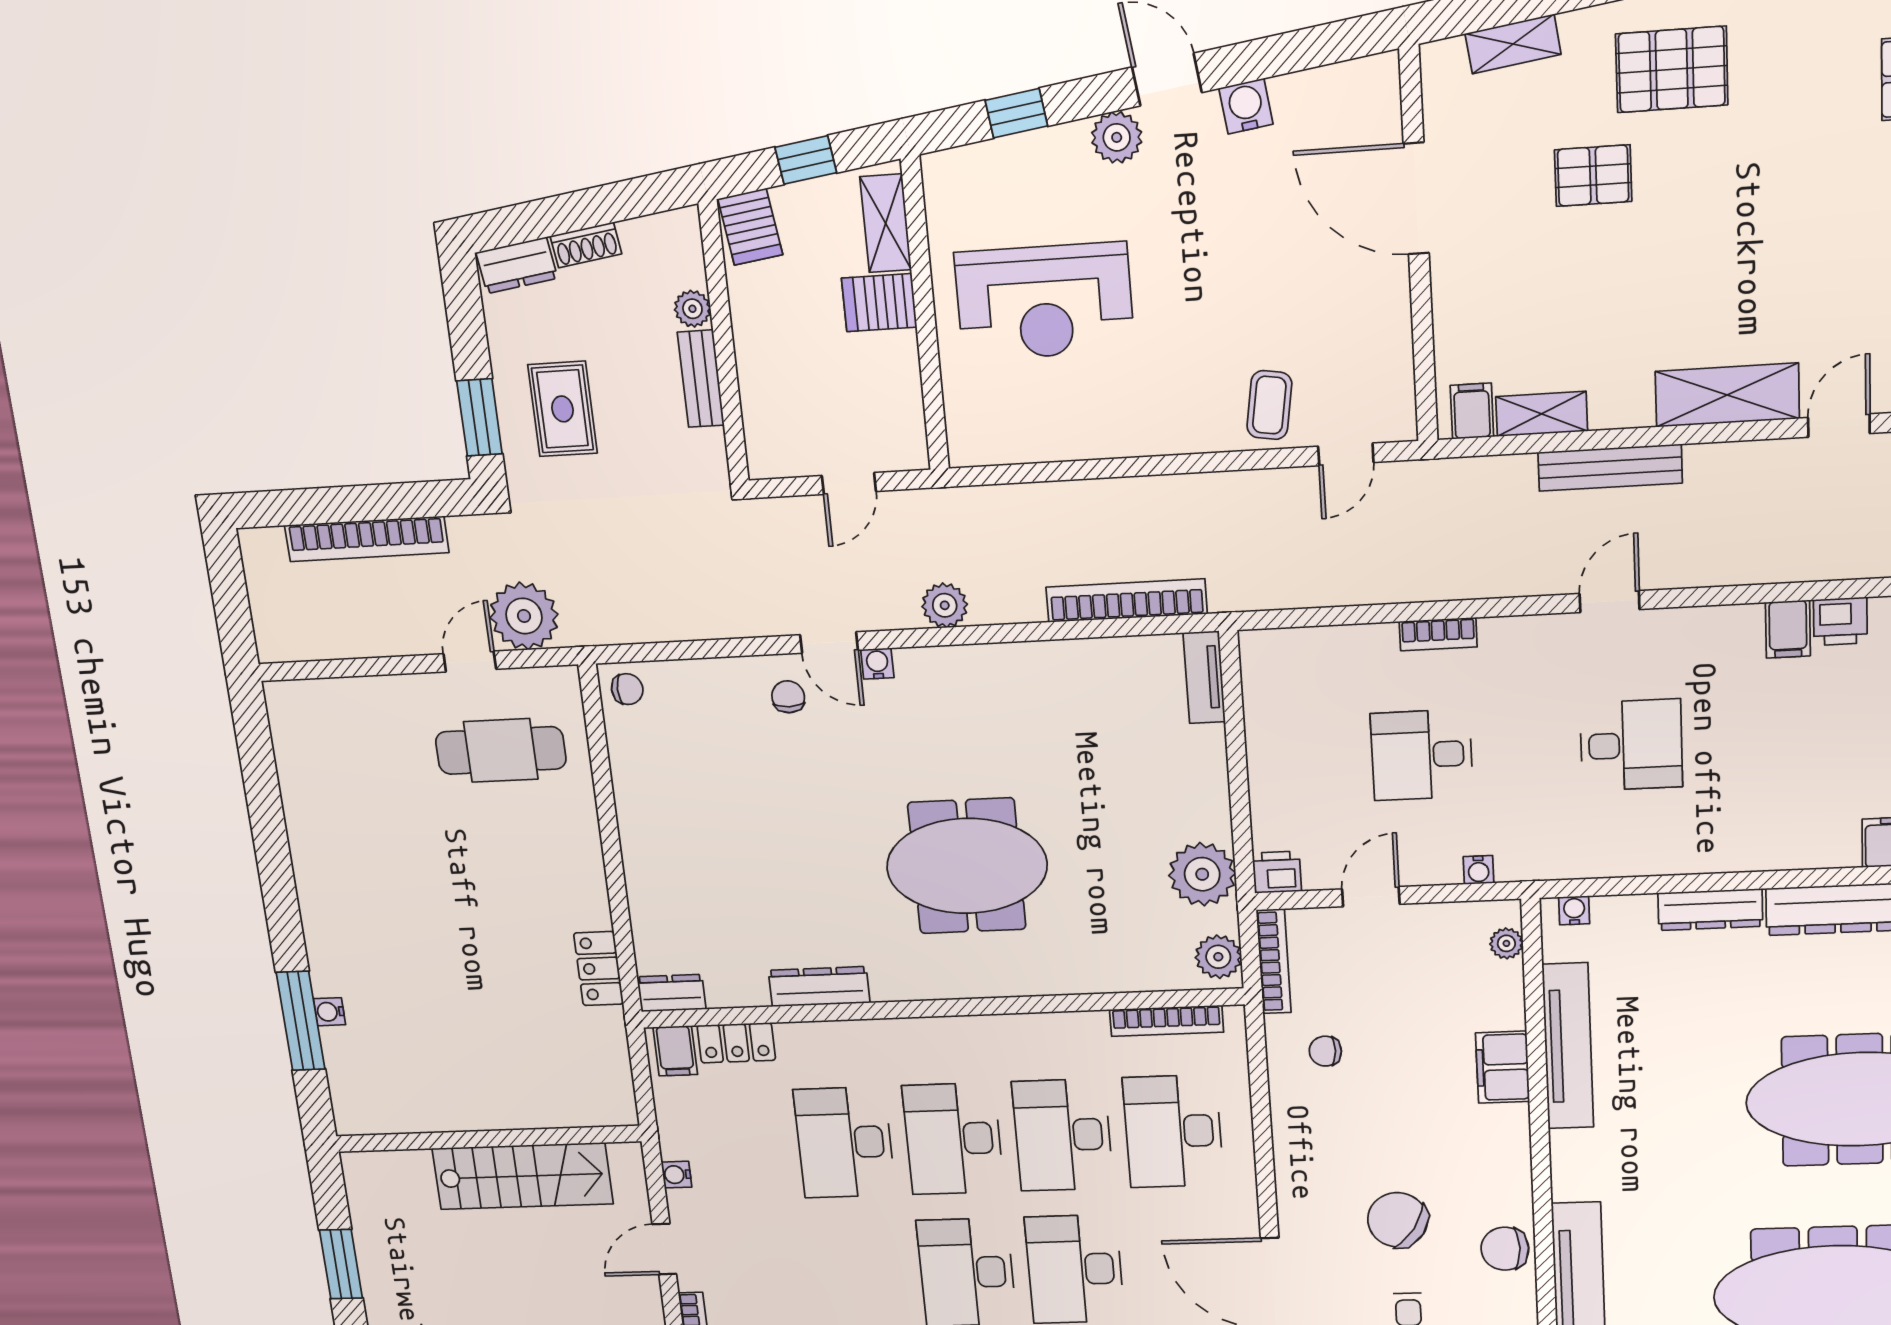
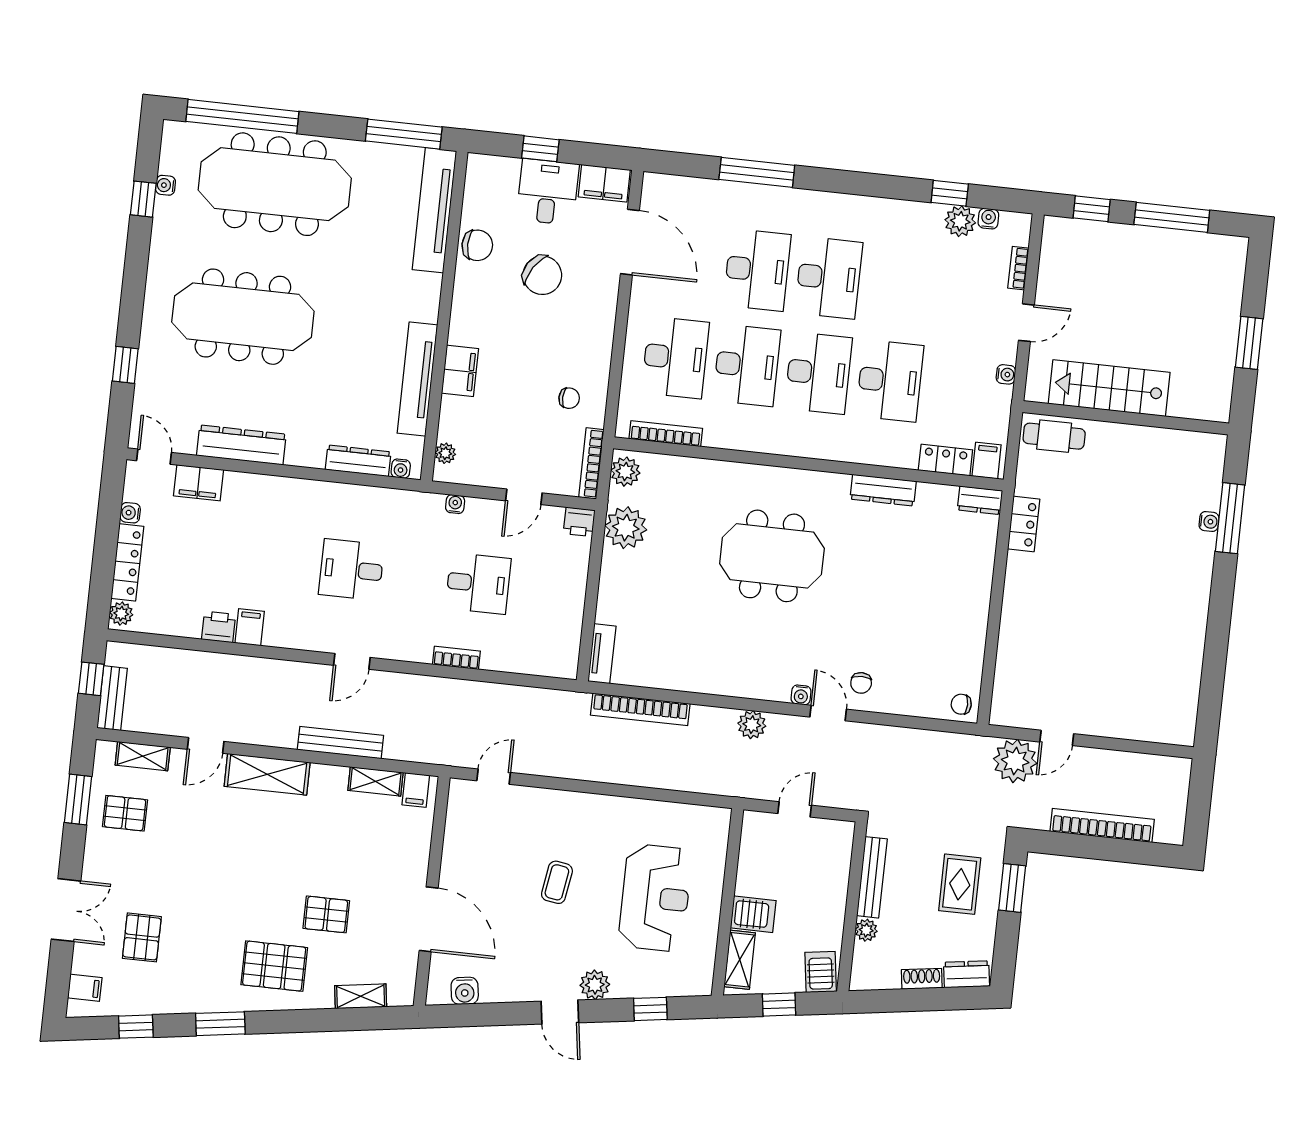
water cooler: (1246, 106) -> (465, 991), moved
reception desk: (1044, 302) -> (655, 898), turned 90
bench: (701, 379) -> (872, 877), width x1.36
coffee table: (1269, 405) -> (557, 882), moved
cafe table: (501, 750) -> (1054, 436), moved, width x0.73, depth x0.74
dresser: (1710, 910) -> (358, 461), moved

